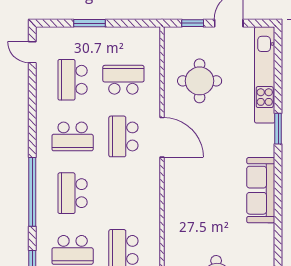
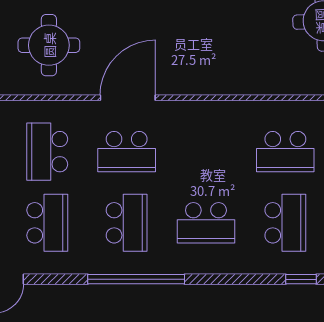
school desk: (73, 80) -> (47, 223), turned -90
window: (32, 192) -> (136, 279), moved

